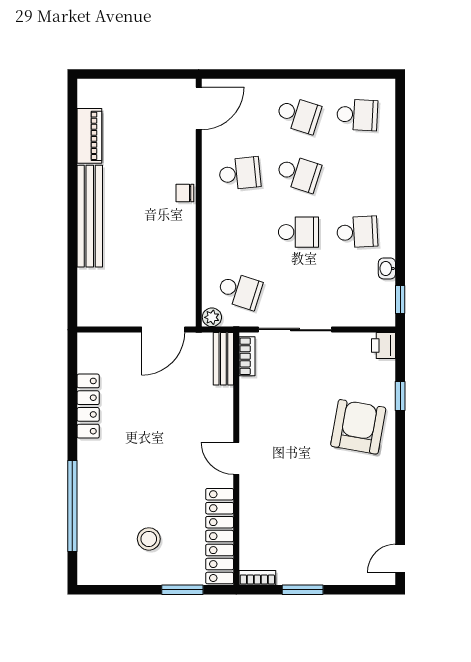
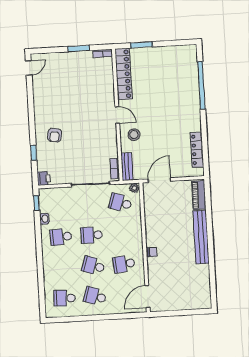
piano: (89, 136) -> (199, 195), moved
locker: (88, 406) -> (197, 150), moved
armchair: (358, 427) -> (55, 135), width x0.53, depth x0.53
stool: (149, 539) -> (134, 135), moved

